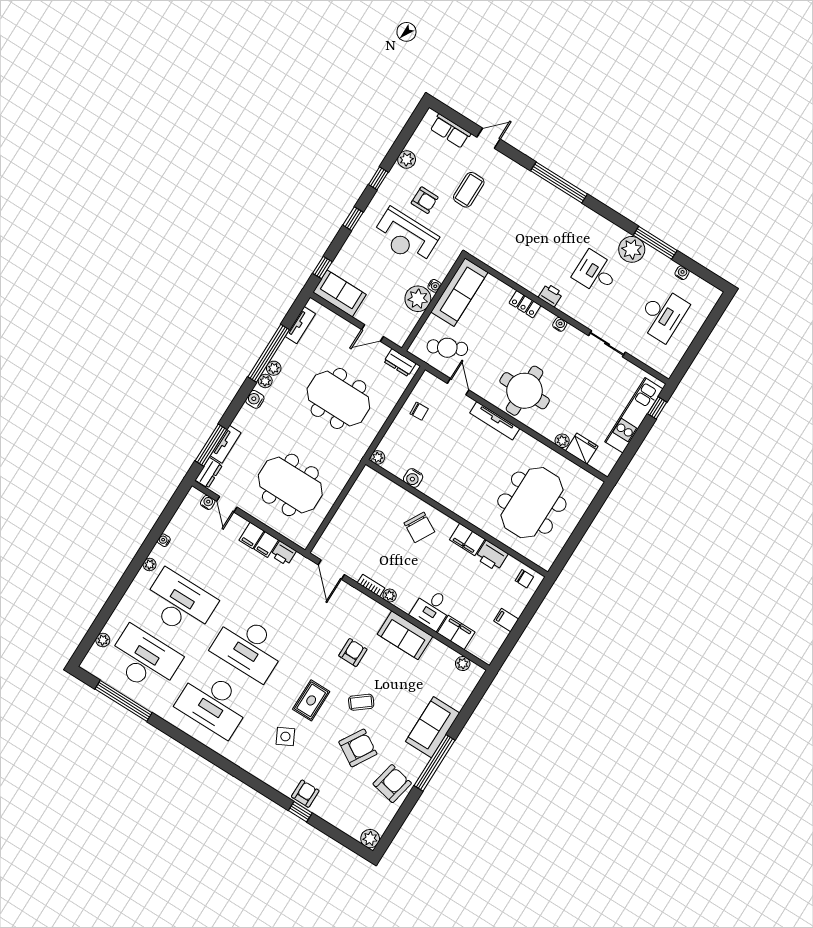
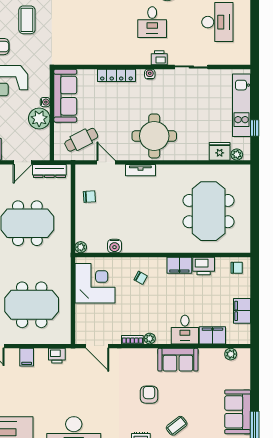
desk: (596, 273) -> (152, 22), turned -90
printer: (551, 295) -> (159, 58), moved
locker: (525, 304) -> (116, 75), width x1.53
dresser: (400, 363) -> (49, 171), width x1.44
window: (657, 408) -> (255, 128), moved
tv unit: (495, 421) -> (140, 170), width x0.71
plant: (562, 441) -> (237, 155), moved
corner desk: (369, 504) -> (95, 283), added
chair: (419, 527) -> (141, 278), width x0.54, depth x0.54
filing cabinet: (266, 544) -> (41, 357), removed
filing cabinet: (506, 620) -> (242, 311), width x2.00

